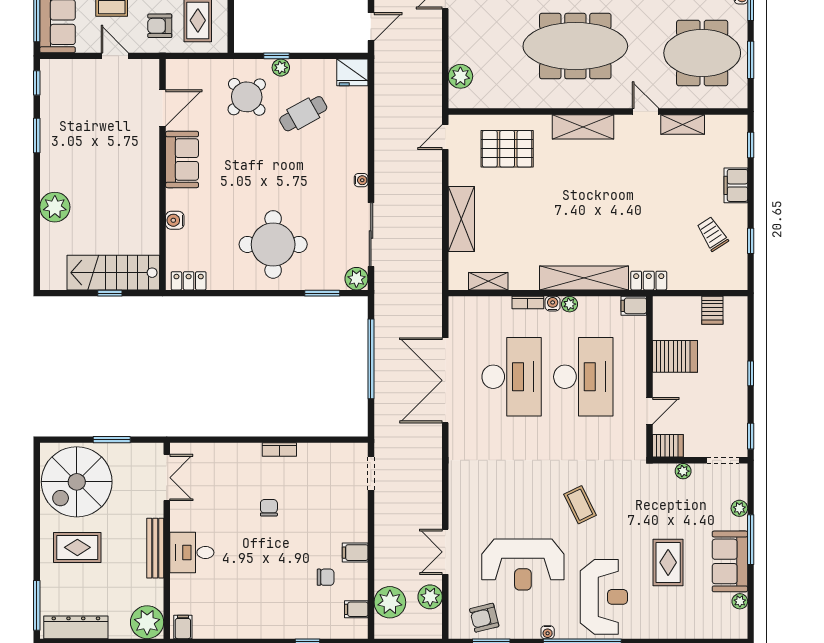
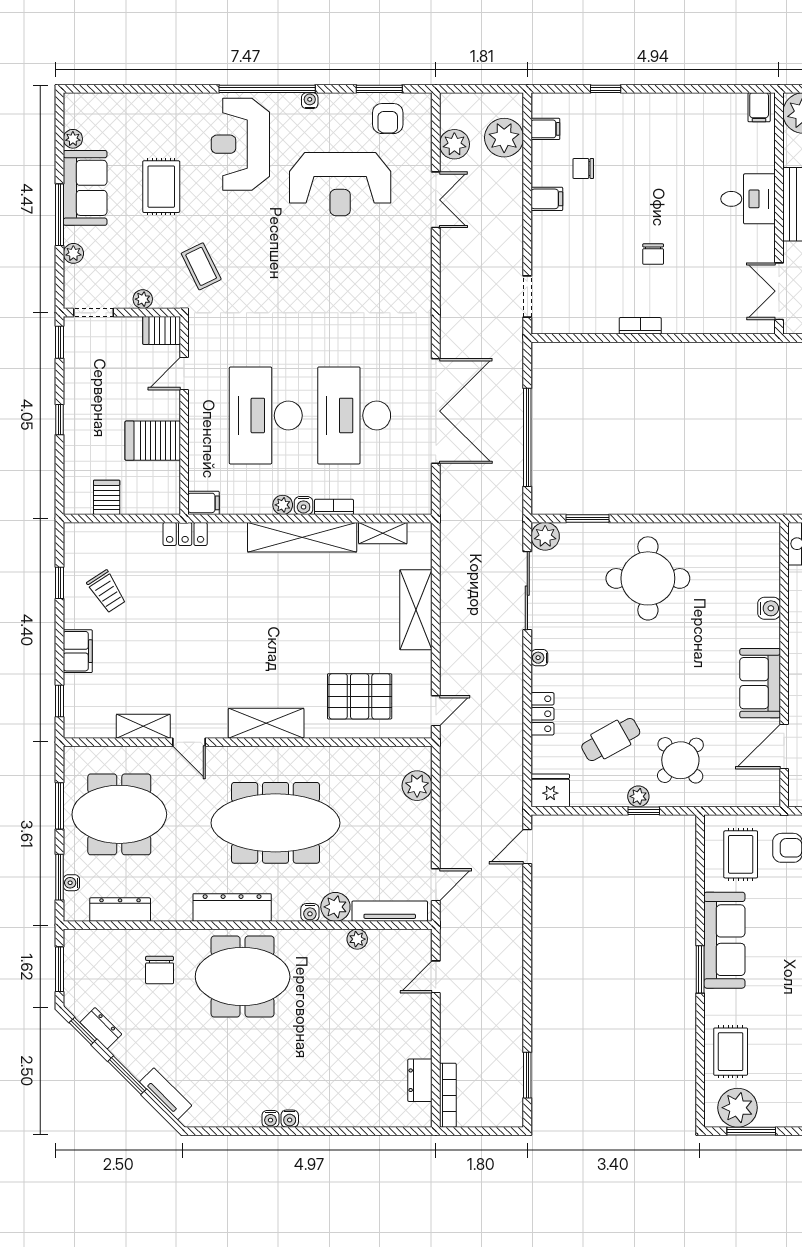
shelving: (584, 278) -> (302, 537), moved
locker: (189, 281) -> (543, 714), moved, turned -90
coffee table: (580, 505) -> (201, 266), moved
reception desk: (523, 564) -> (340, 184), turned 180
armchair: (484, 618) -> (388, 119), turned 104

